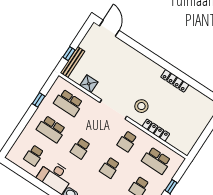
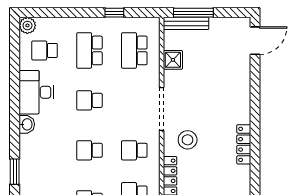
window: (69, 54) -> (193, 13), width x2.17
locker: (175, 81) -> (244, 144), moved
plant: (13, 156) -> (27, 25), added

